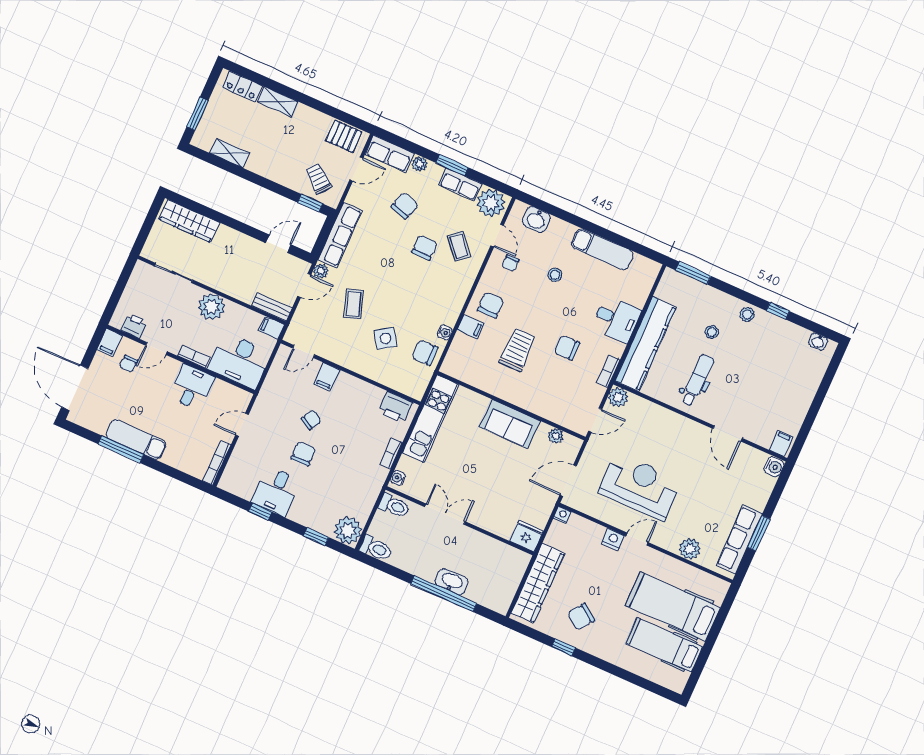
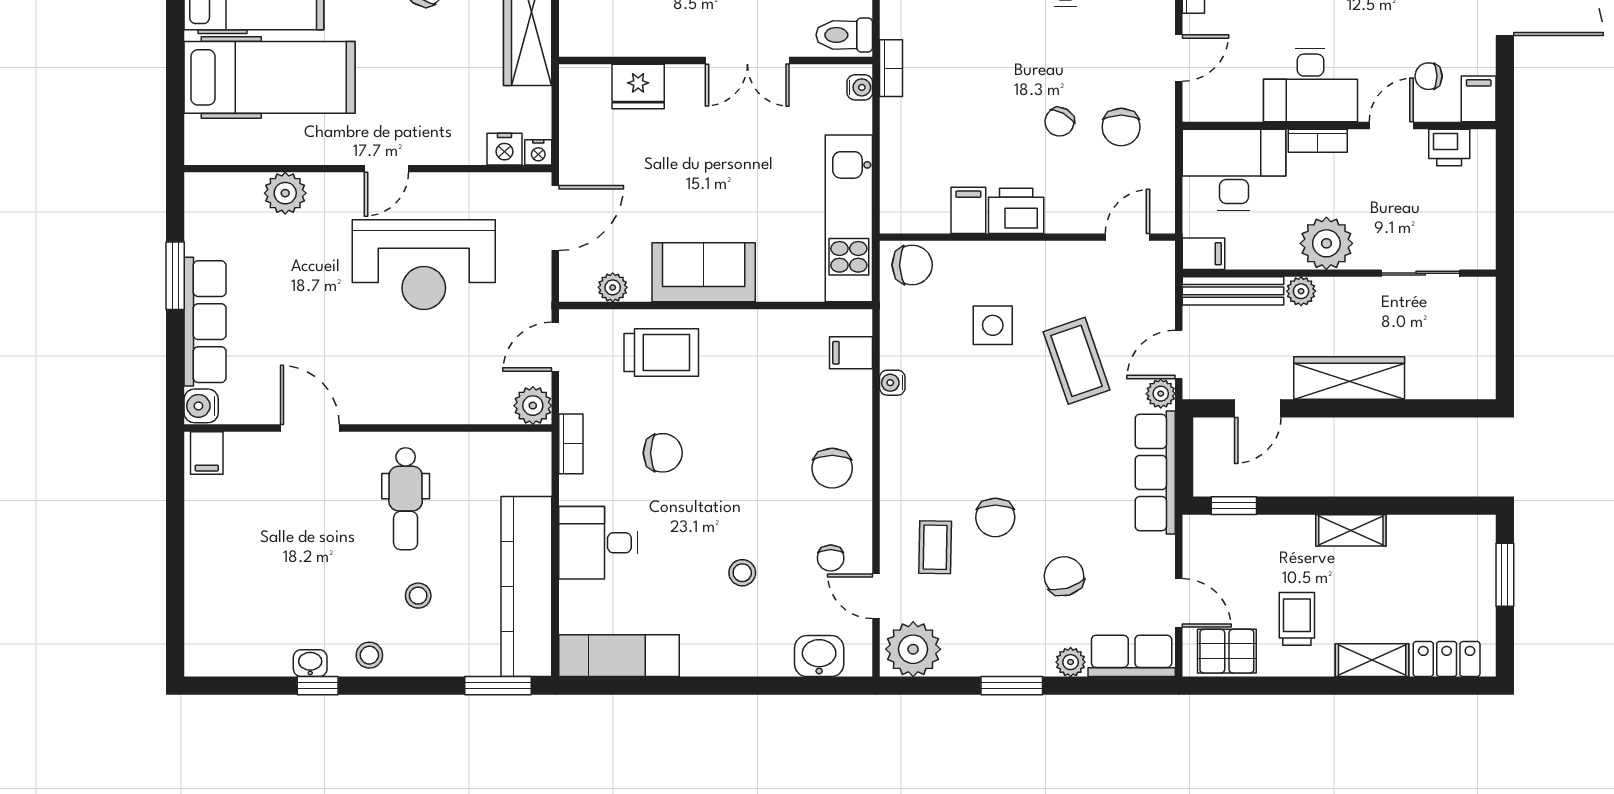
shelving: (230, 153) -> (1351, 530), moved
door: (356, 169) -> (1179, 603), swing flipped
trolley: (318, 178) -> (1297, 619), moved, turned -129
row of seats: (460, 184) -> (982, 658), removed
chair: (405, 206) -> (1064, 576), turned 146
wardrobe: (189, 221) -> (1349, 378), moved
coffee table: (459, 246) -> (935, 547), turned 42
exam couch: (602, 249) -> (619, 656), moved
chair: (510, 263) -> (831, 558), turned 180
plant: (234, 290) -> (1301, 291), added
coffee table: (354, 304) -> (1077, 361), width x1.36, depth x1.30
bench: (272, 307) -> (1233, 291), width x1.36
filing cabinet: (470, 327) -> (851, 353), moved
side table: (385, 338) -> (993, 325), turned 34
washbasin: (818, 342) -> (310, 663), moved
kitchen counter: (646, 344) -> (526, 587), moved
trolley: (517, 350) -> (661, 352), moved, turned -90
chair: (425, 353) -> (912, 265), moved
chair: (129, 364) -> (1429, 76), turned -90
filing cabinet: (327, 377) -> (968, 210), moved
desk: (192, 387) -> (1310, 85), width x1.37
printer: (395, 407) -> (1016, 211), moved
bookcase: (391, 453) -> (891, 68), moved
chair: (303, 454) -> (1121, 127), moved
fridge: (527, 536) -> (638, 87), moved
nightstand: (613, 539) -> (505, 149), moved
row of seats: (739, 539) -> (205, 322), moved

